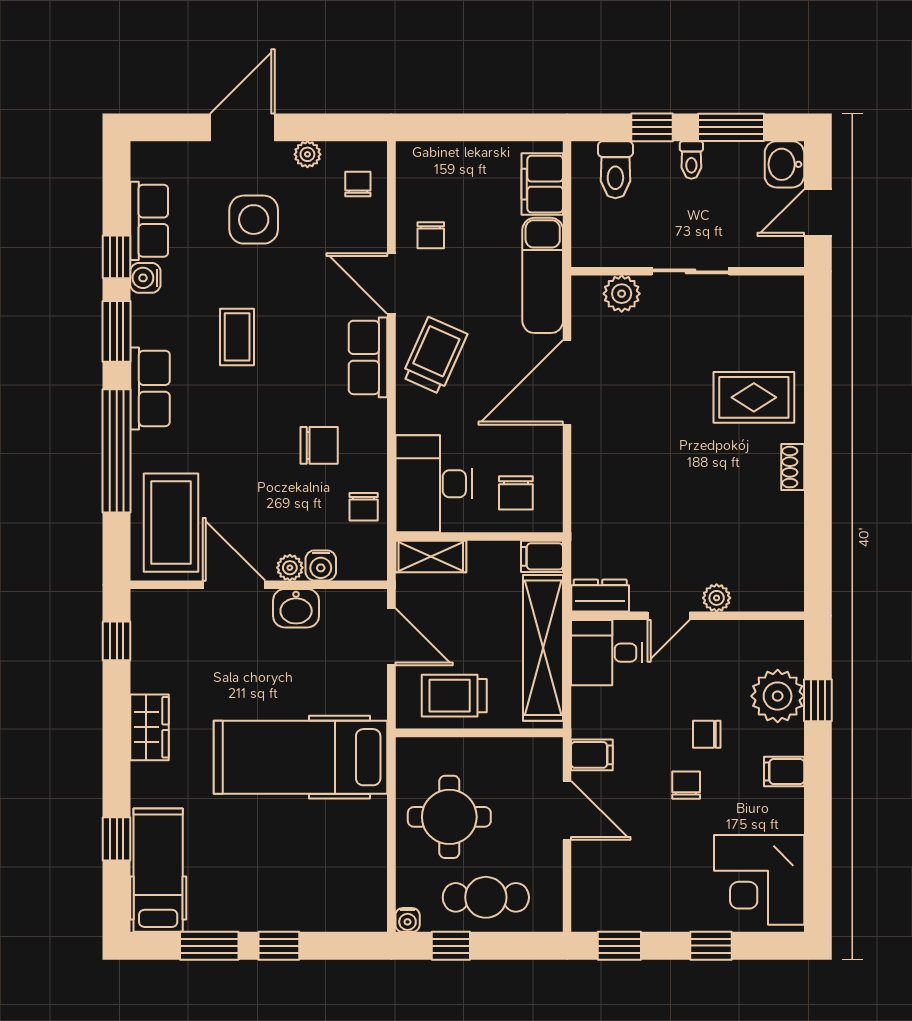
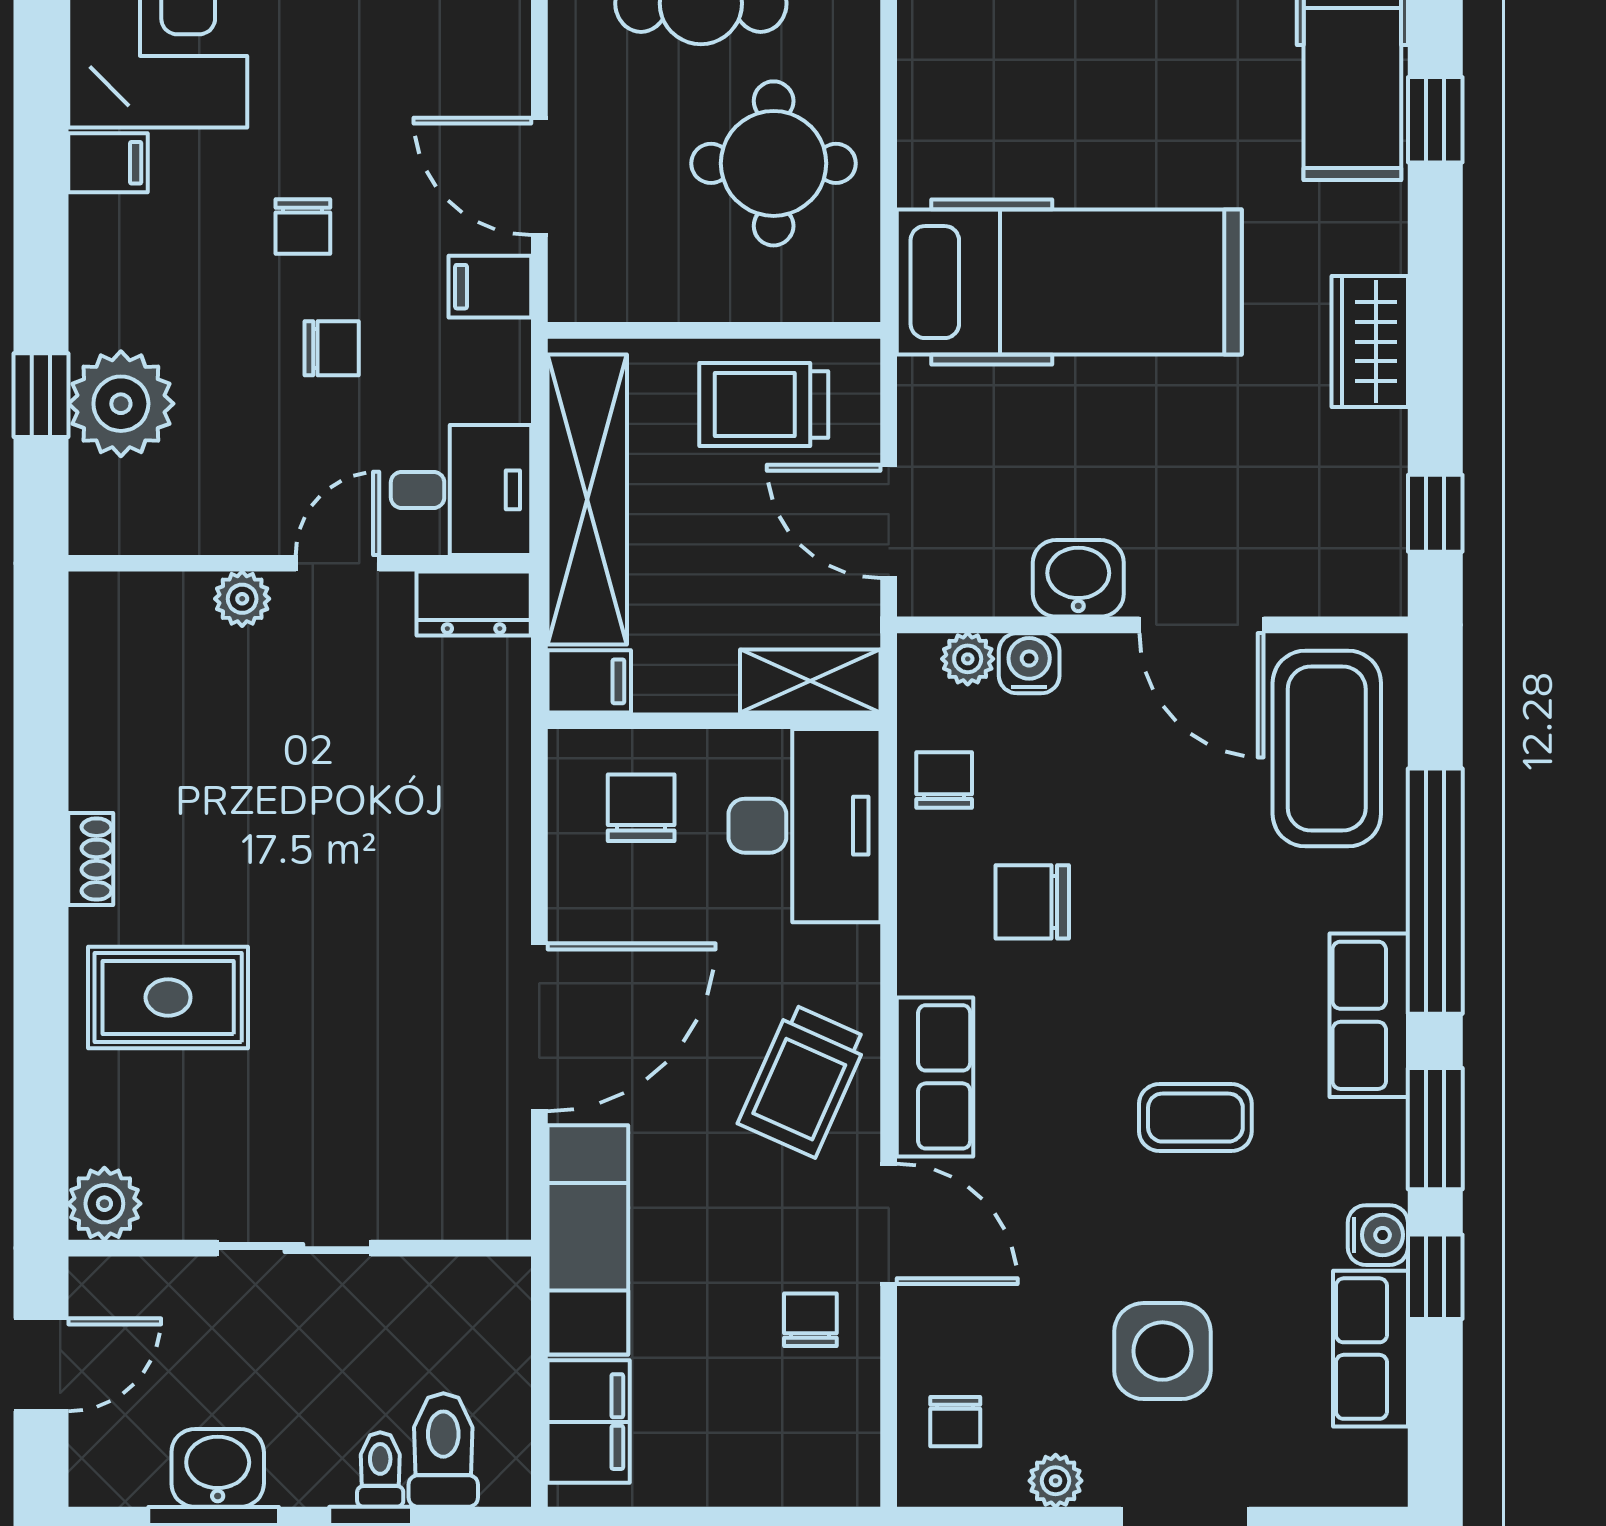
toilet: (691, 160) -> (380, 1469), moved
washbasin: (784, 164) -> (218, 1468), moved, turned -90
plant: (622, 294) -> (104, 1204), moved
coffee table: (237, 337) -> (1195, 1118), turned 90
plant: (290, 568) -> (968, 659), moved
trolley: (454, 696) -> (764, 405), turned 180
chair: (707, 734) -> (332, 348), moved
filing cabinet: (784, 771) -> (108, 163), moved

